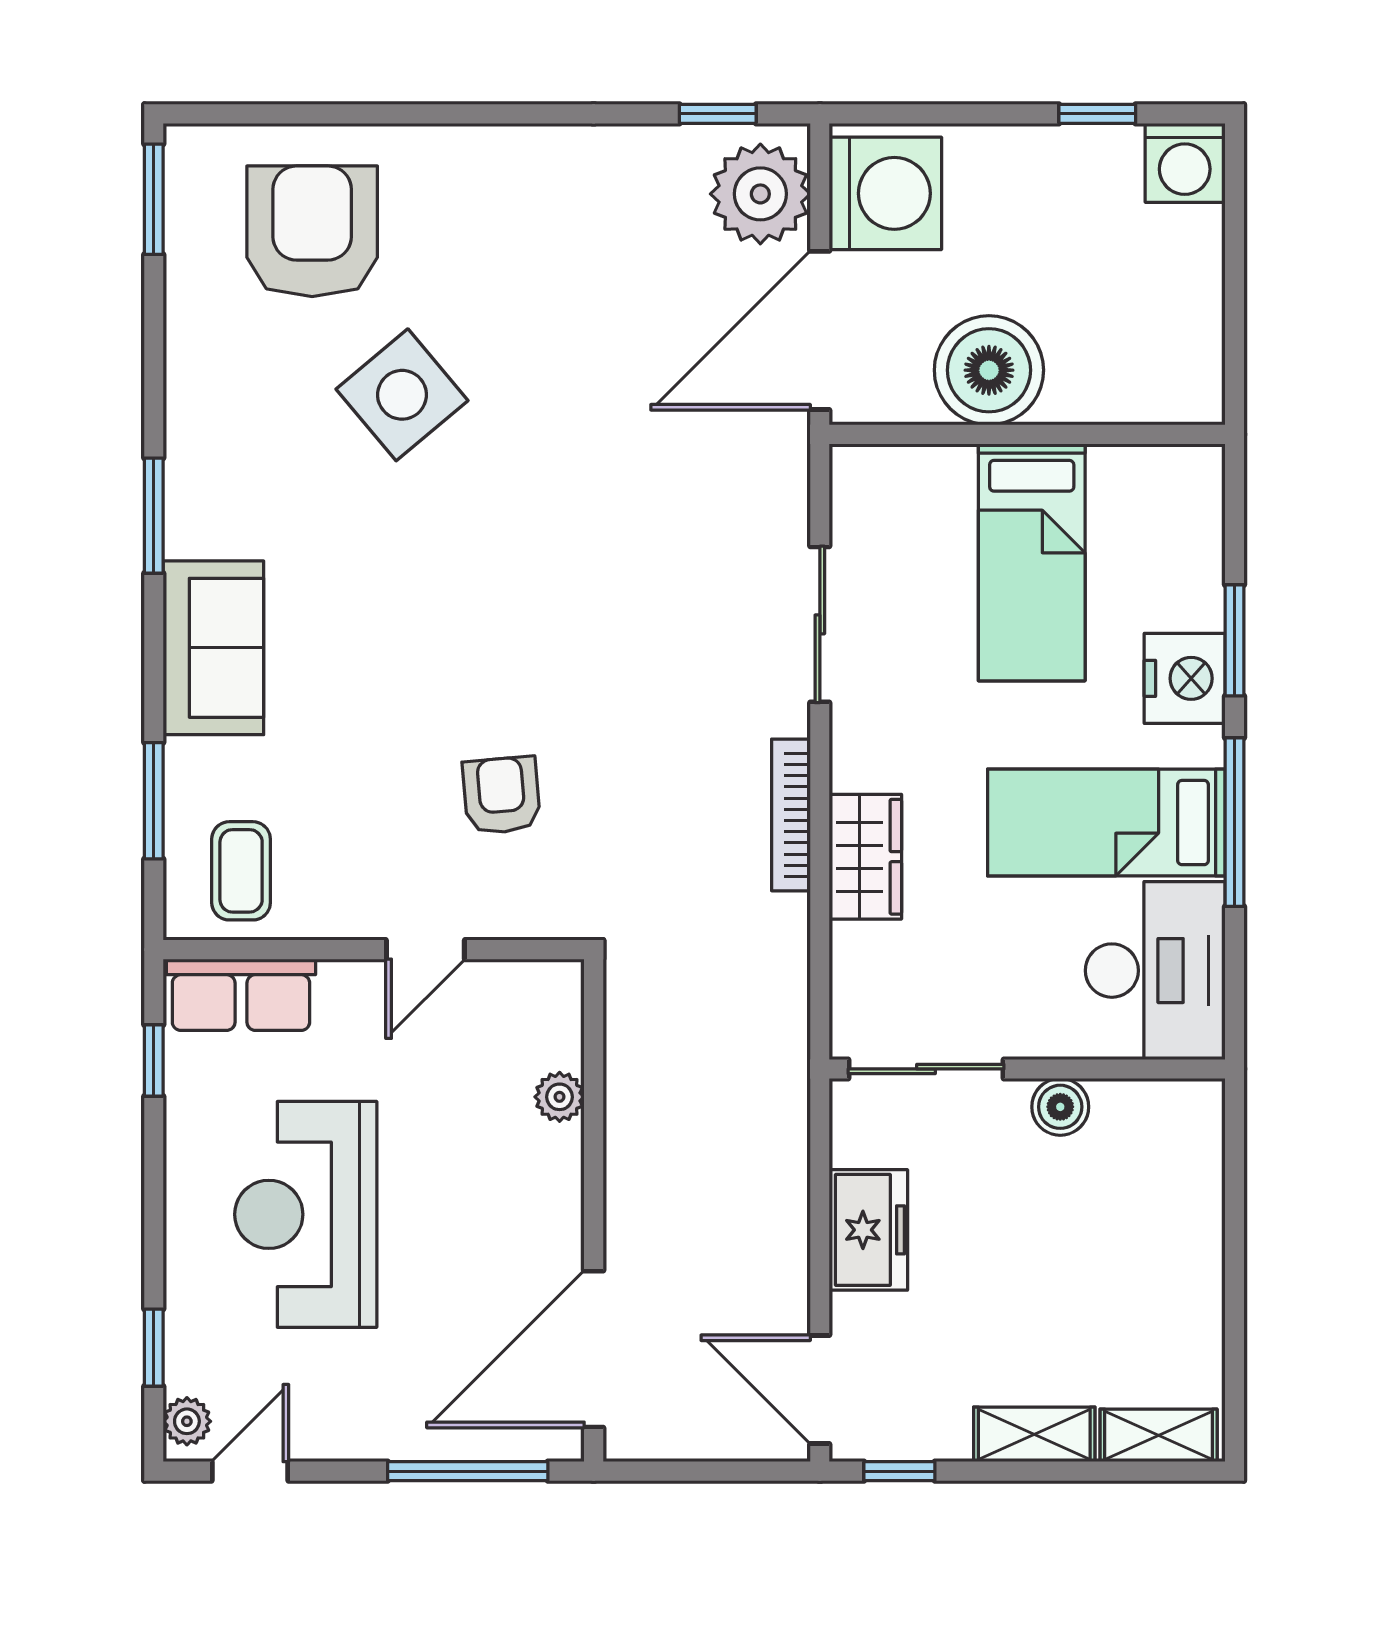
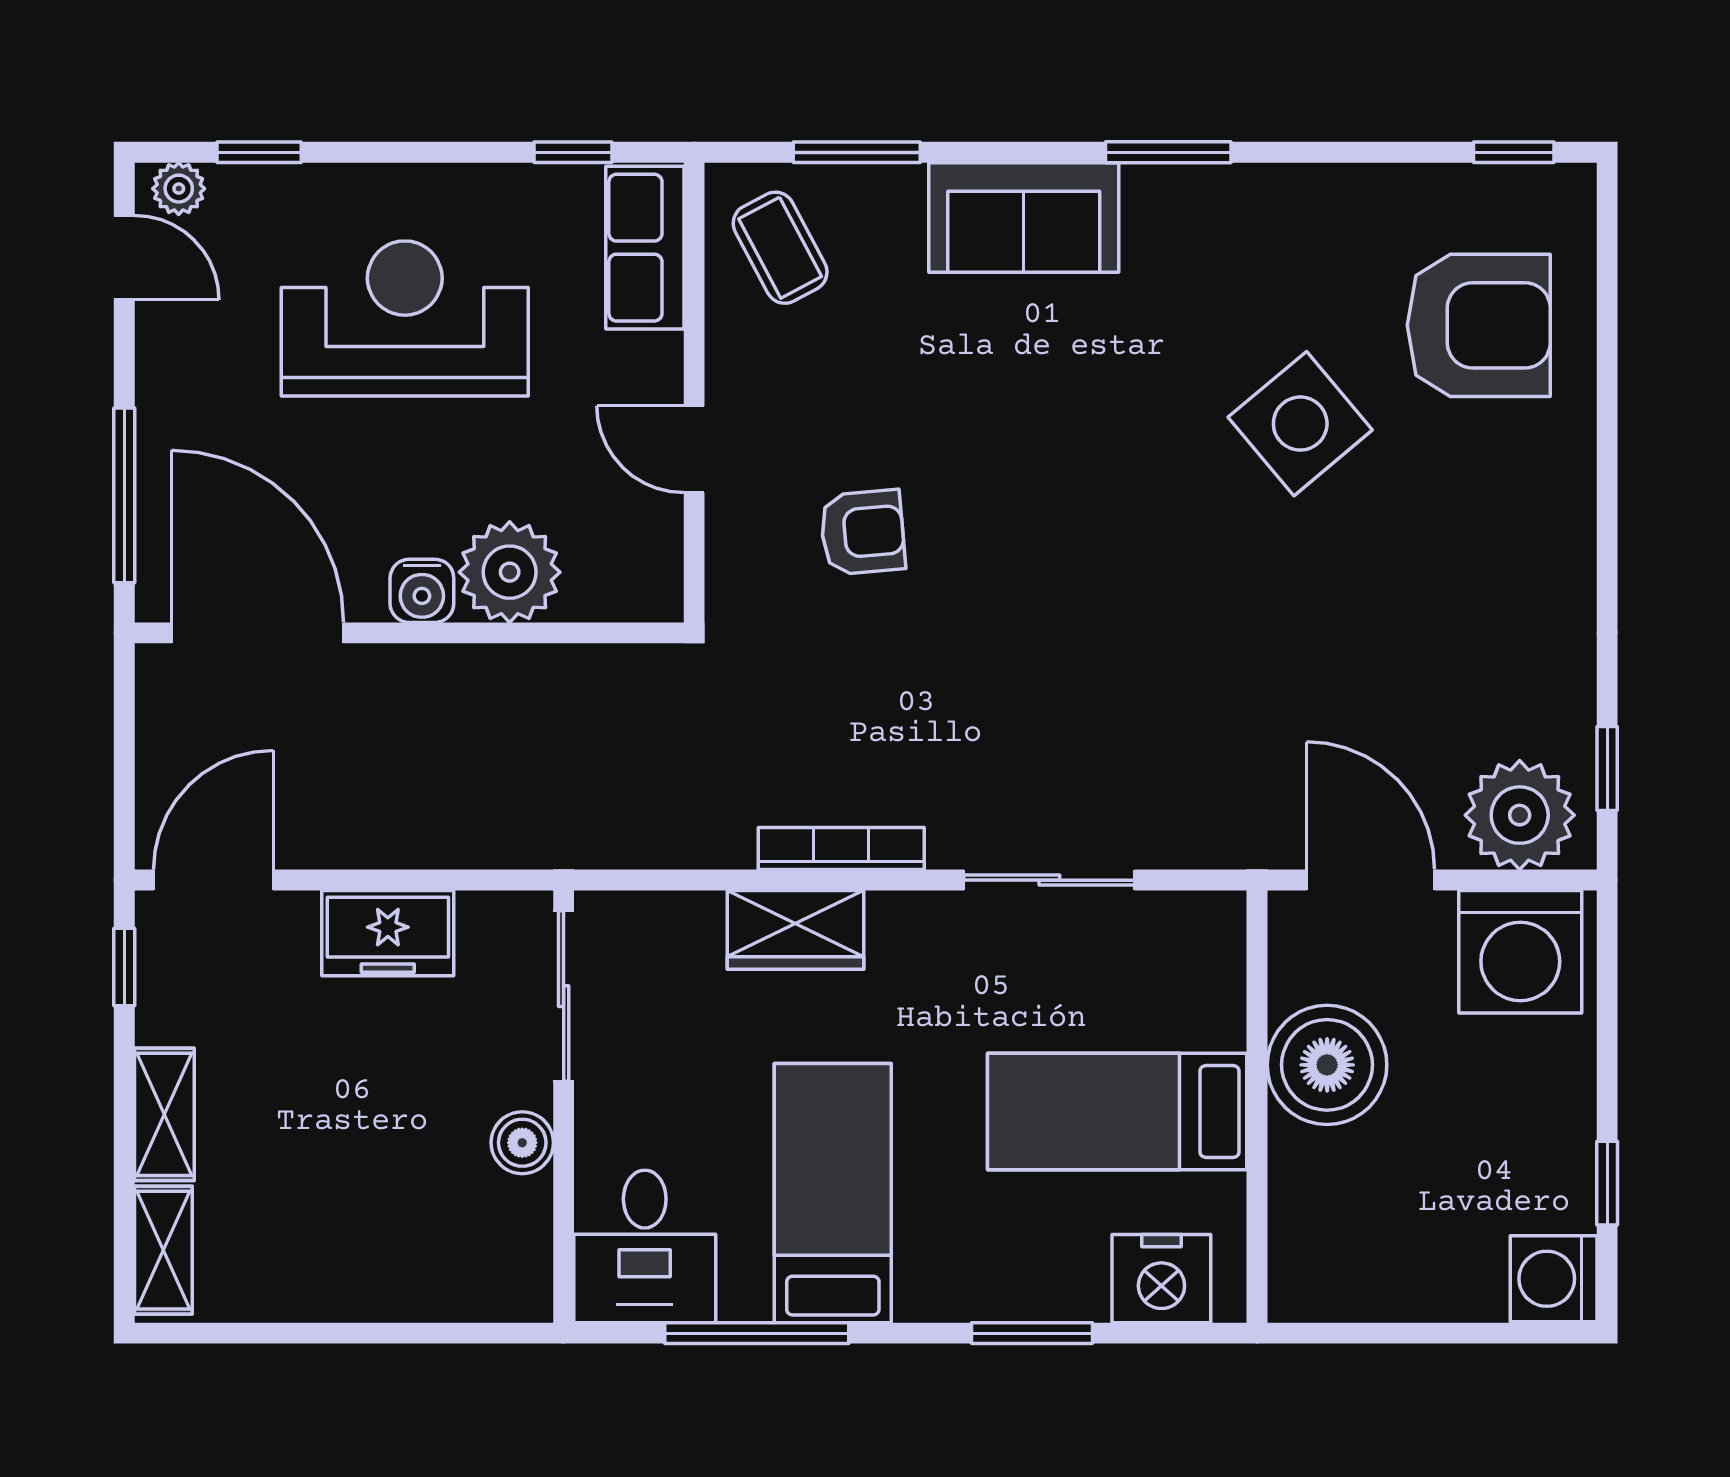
window: (154, 199) -> (1514, 152), width x0.67
door: (820, 330) -> (1371, 880), width x0.73
nightstand: (1185, 678) -> (1161, 1279), moved
window: (1235, 822) -> (757, 1333), moved
coffee table: (241, 871) -> (780, 248), turned 62
desk: (1155, 971) -> (645, 1246), width x0.73
plant: (560, 1097) -> (510, 572), width x1.88, depth x1.88
water cooler: (555, 1199) -> (422, 591), added

